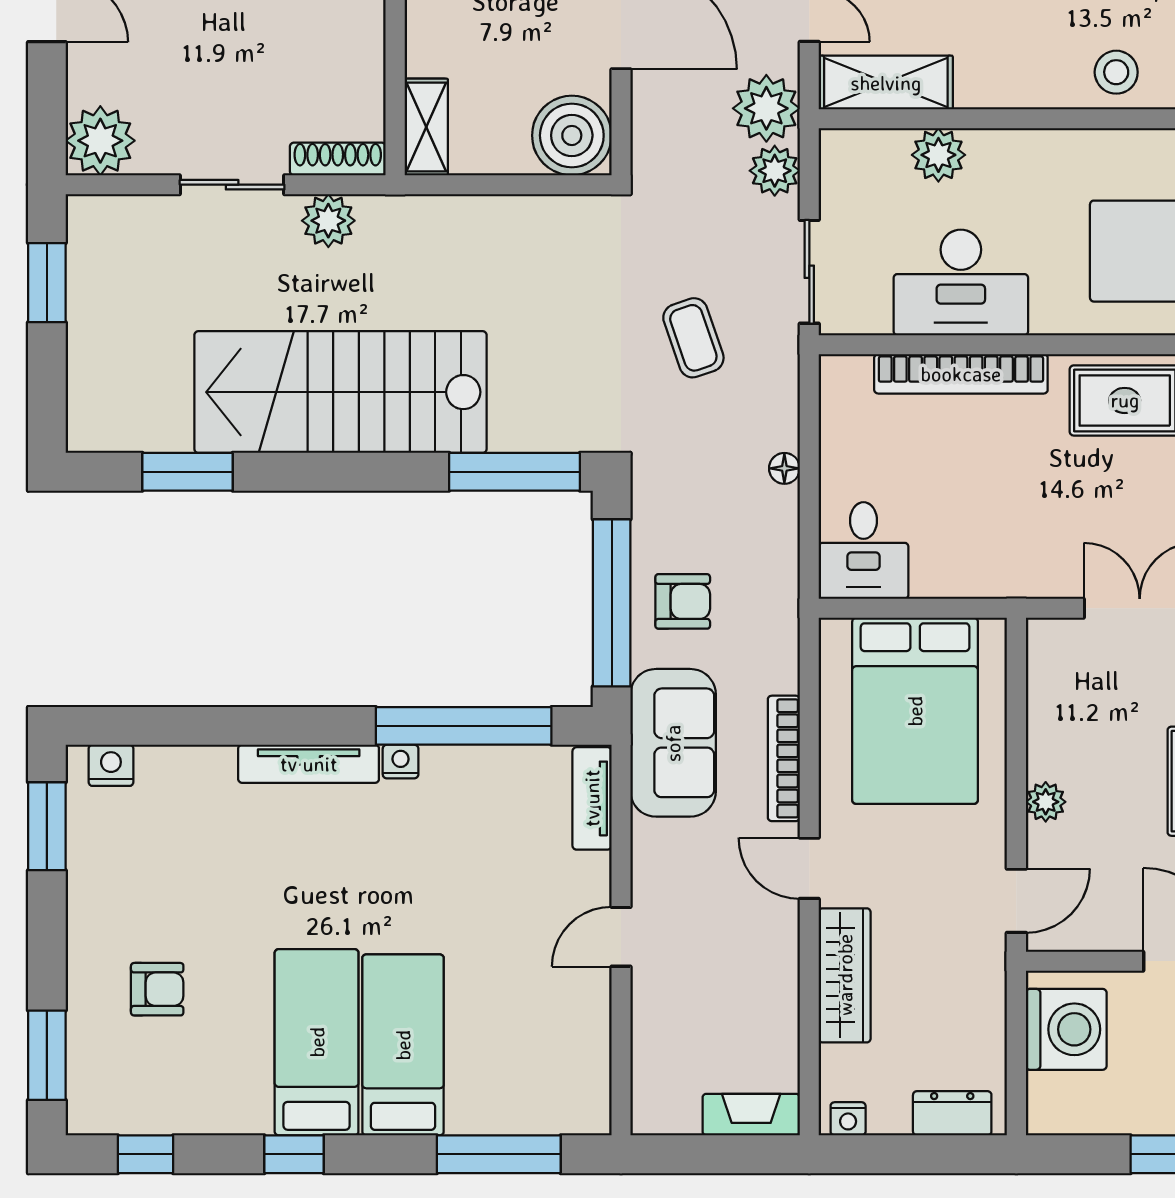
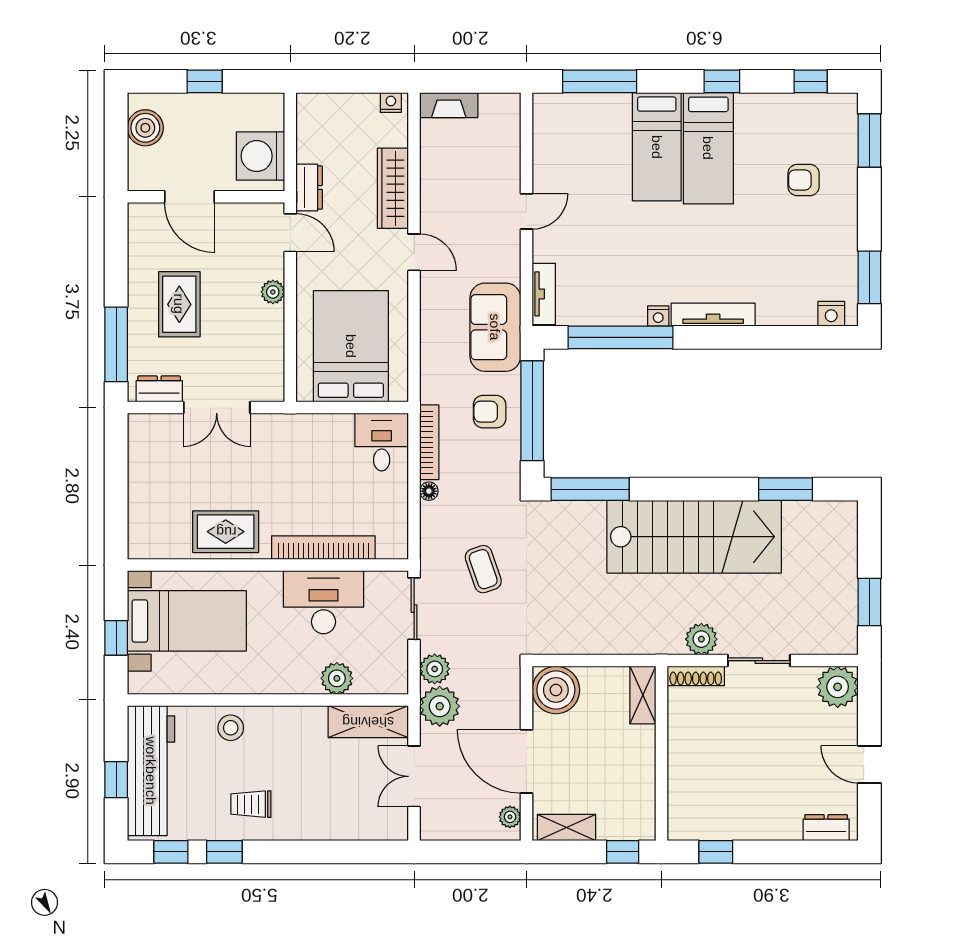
bookcase: (784, 758) -> (429, 442), moved
door: (1016, 901) -> (290, 233), swing flipped
dresser: (952, 1113) -> (309, 187), moved, turned -90

